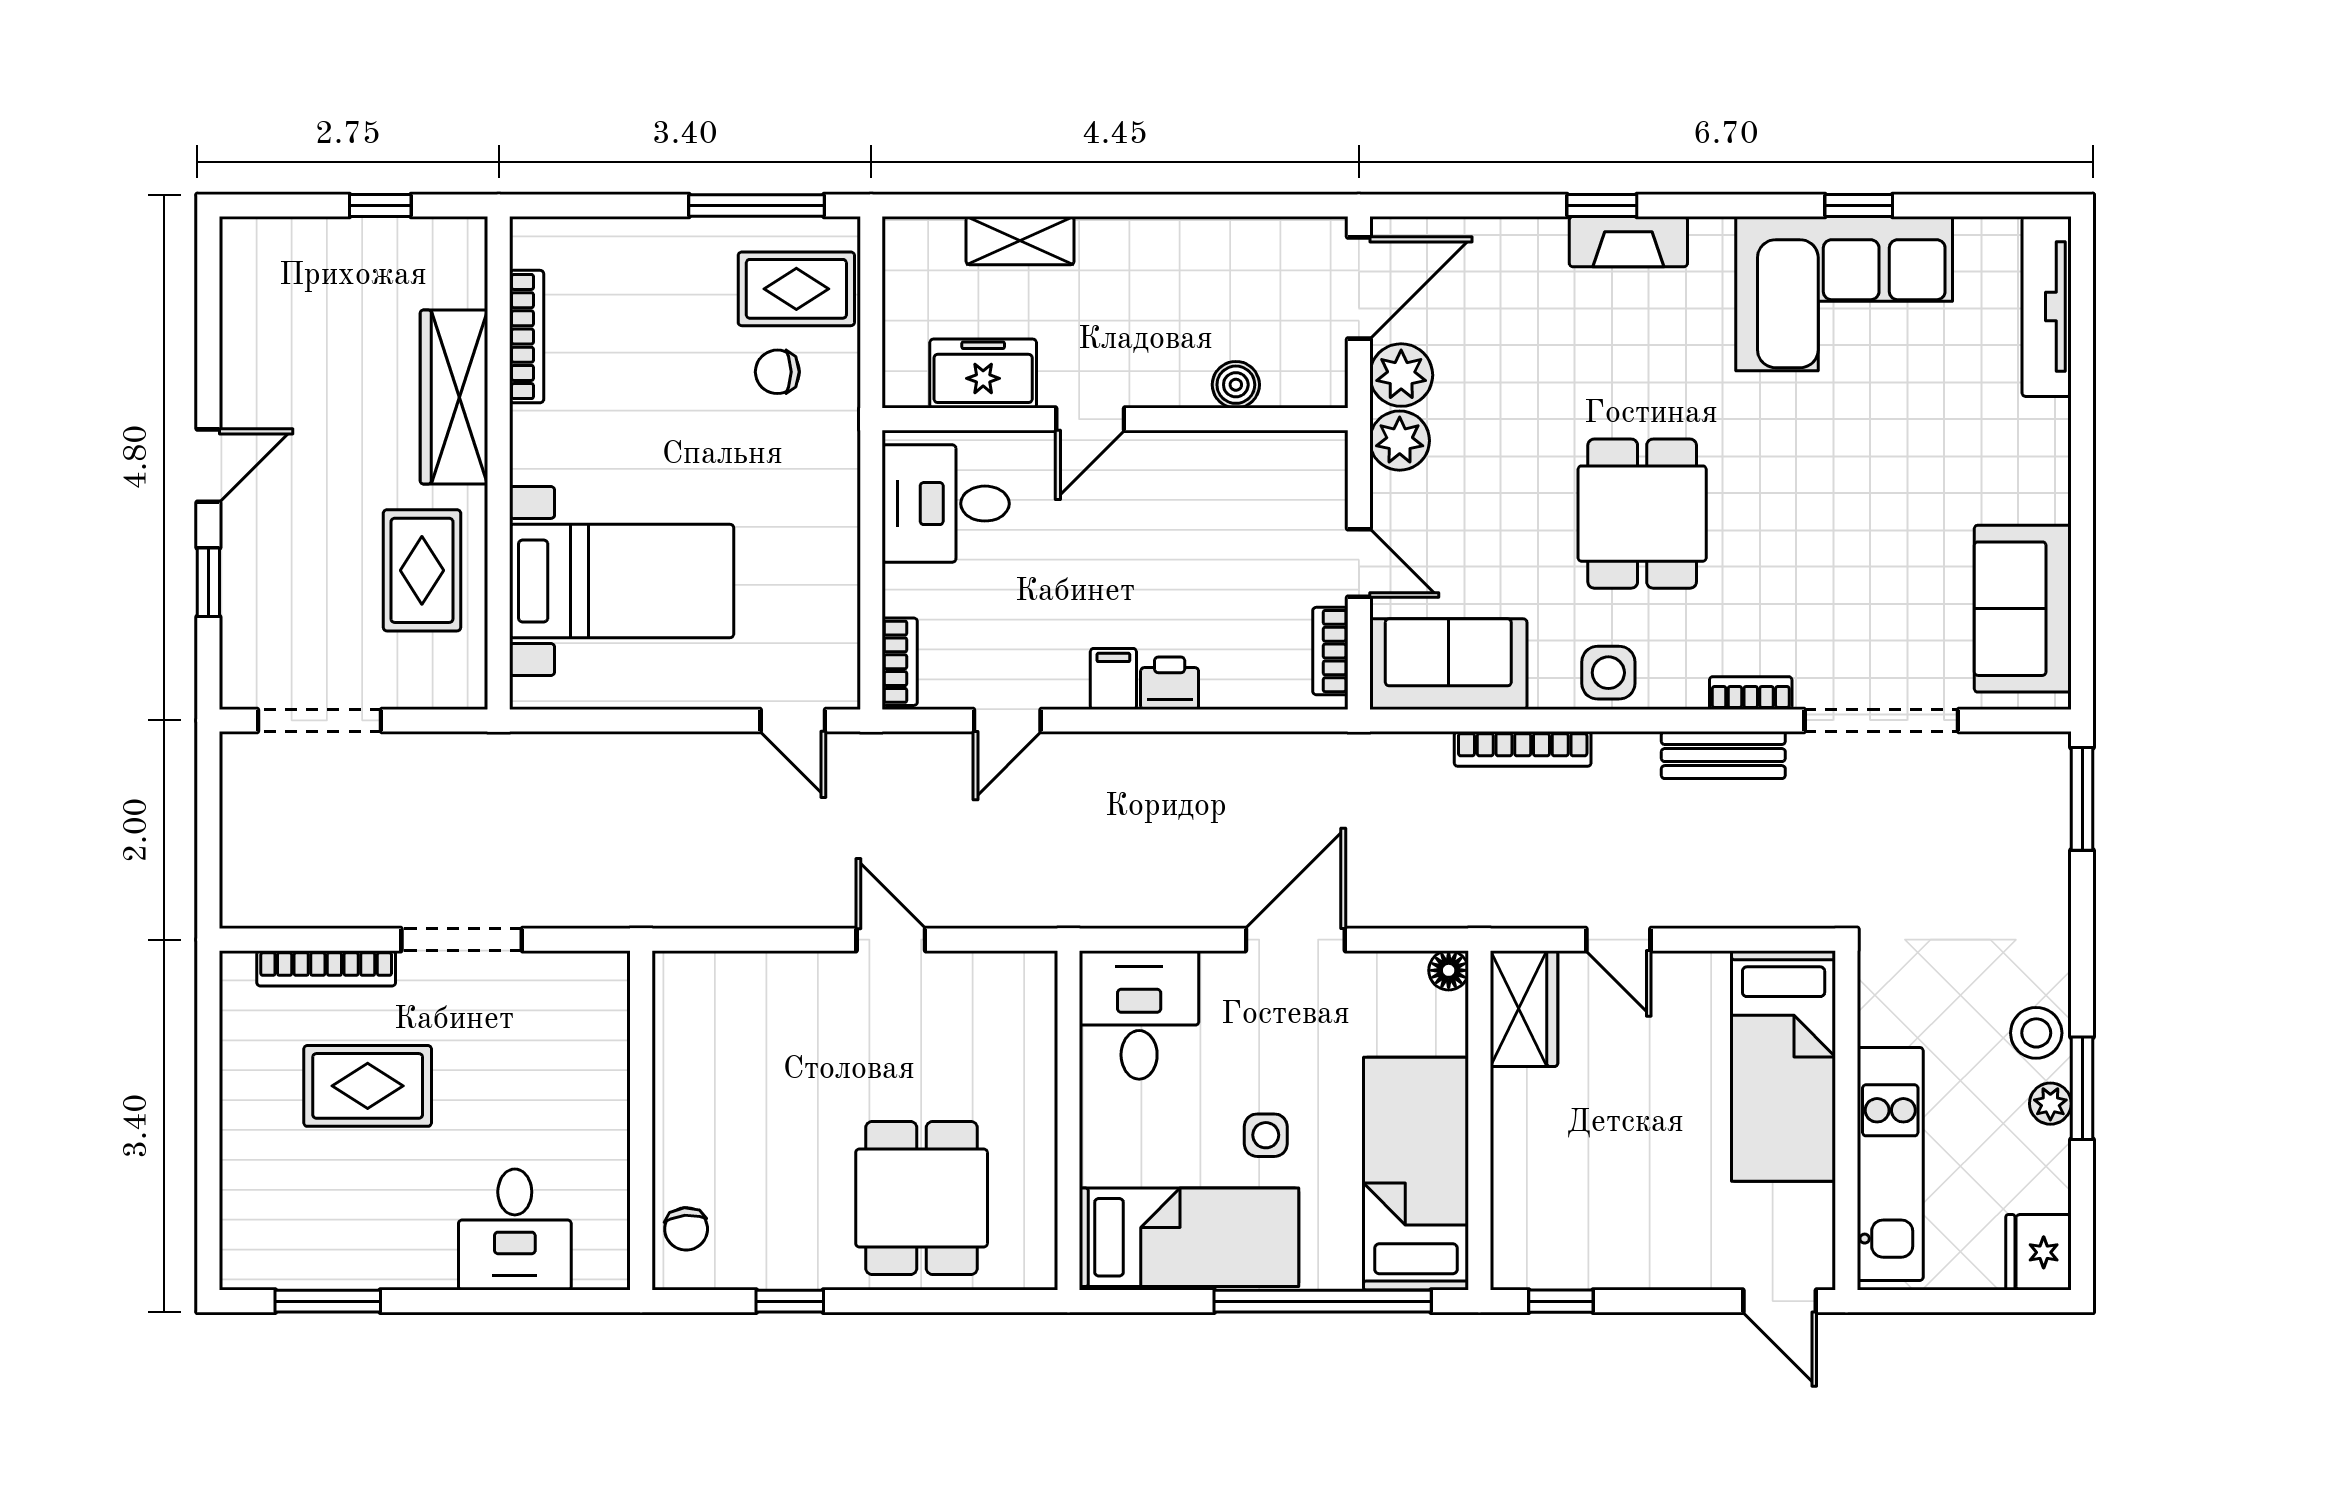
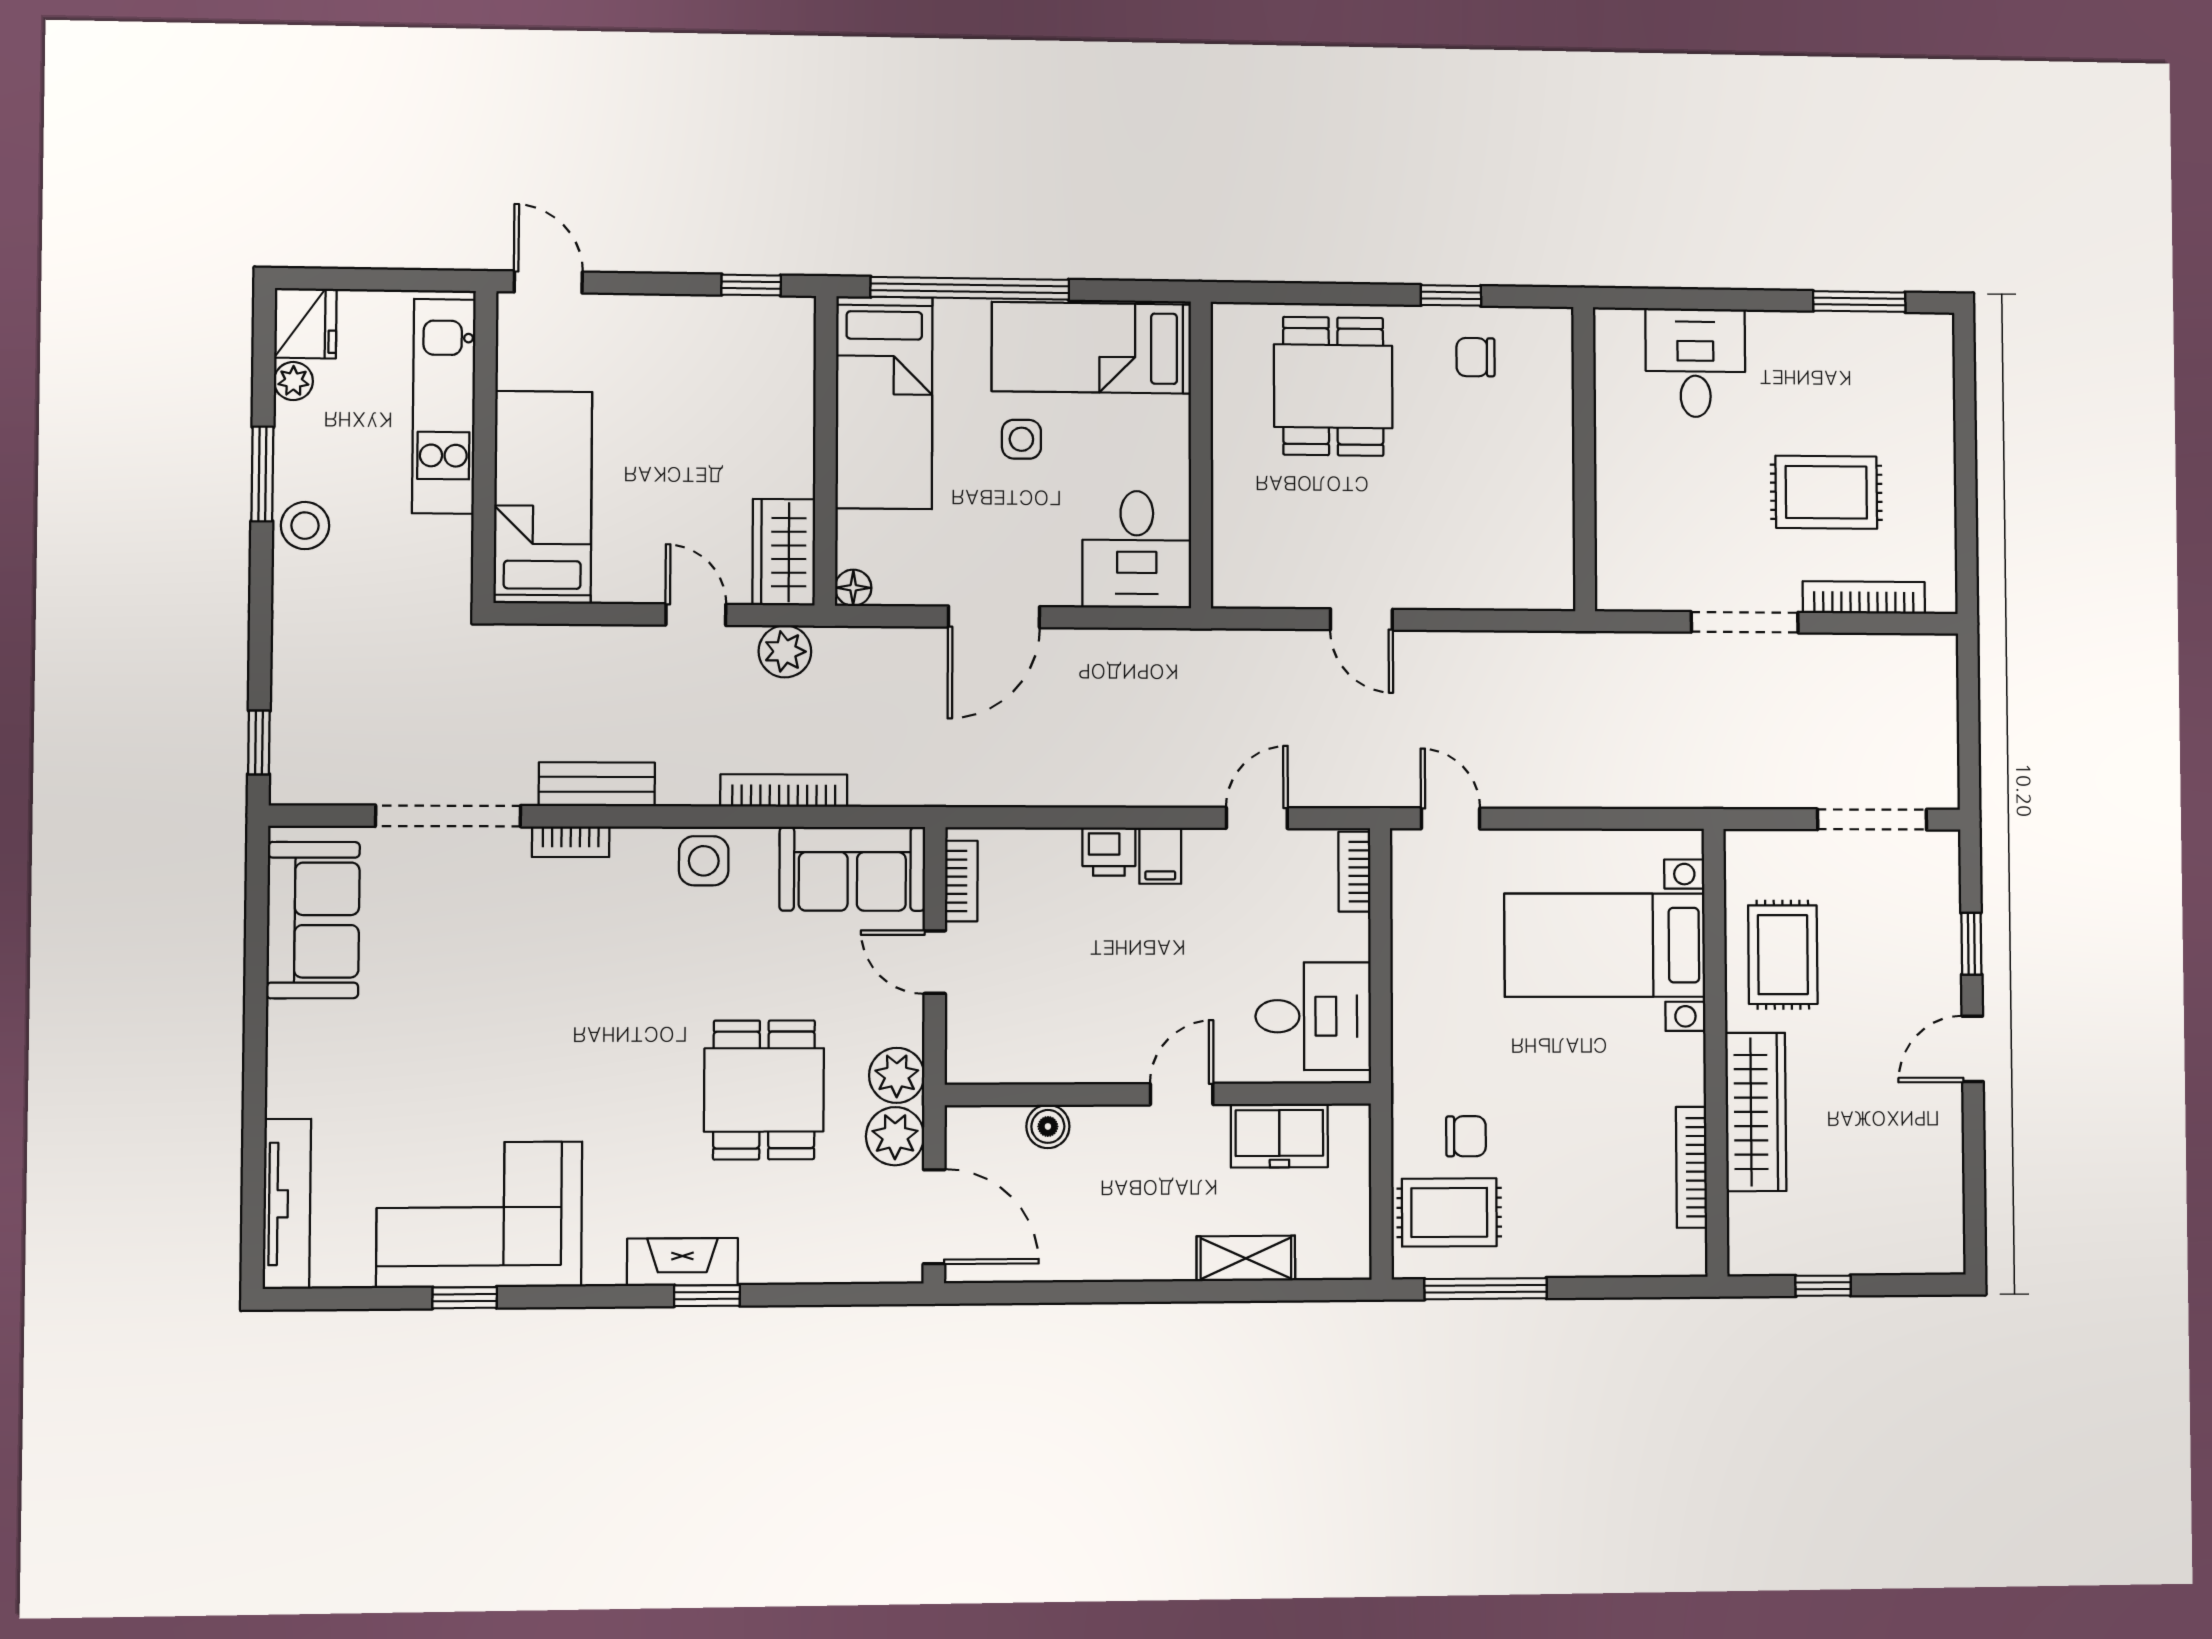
door: (1359, 288) -> (934, 1217), swing flipped
dining table: (1642, 514) -> (764, 1090), moved
window: (2082, 799) -> (259, 742), width x0.67
plant: (1522, 900) -> (785, 651), added
plant: (2050, 1104) -> (293, 381), moved
chair: (686, 1229) -> (1476, 357), moved, turned -85

